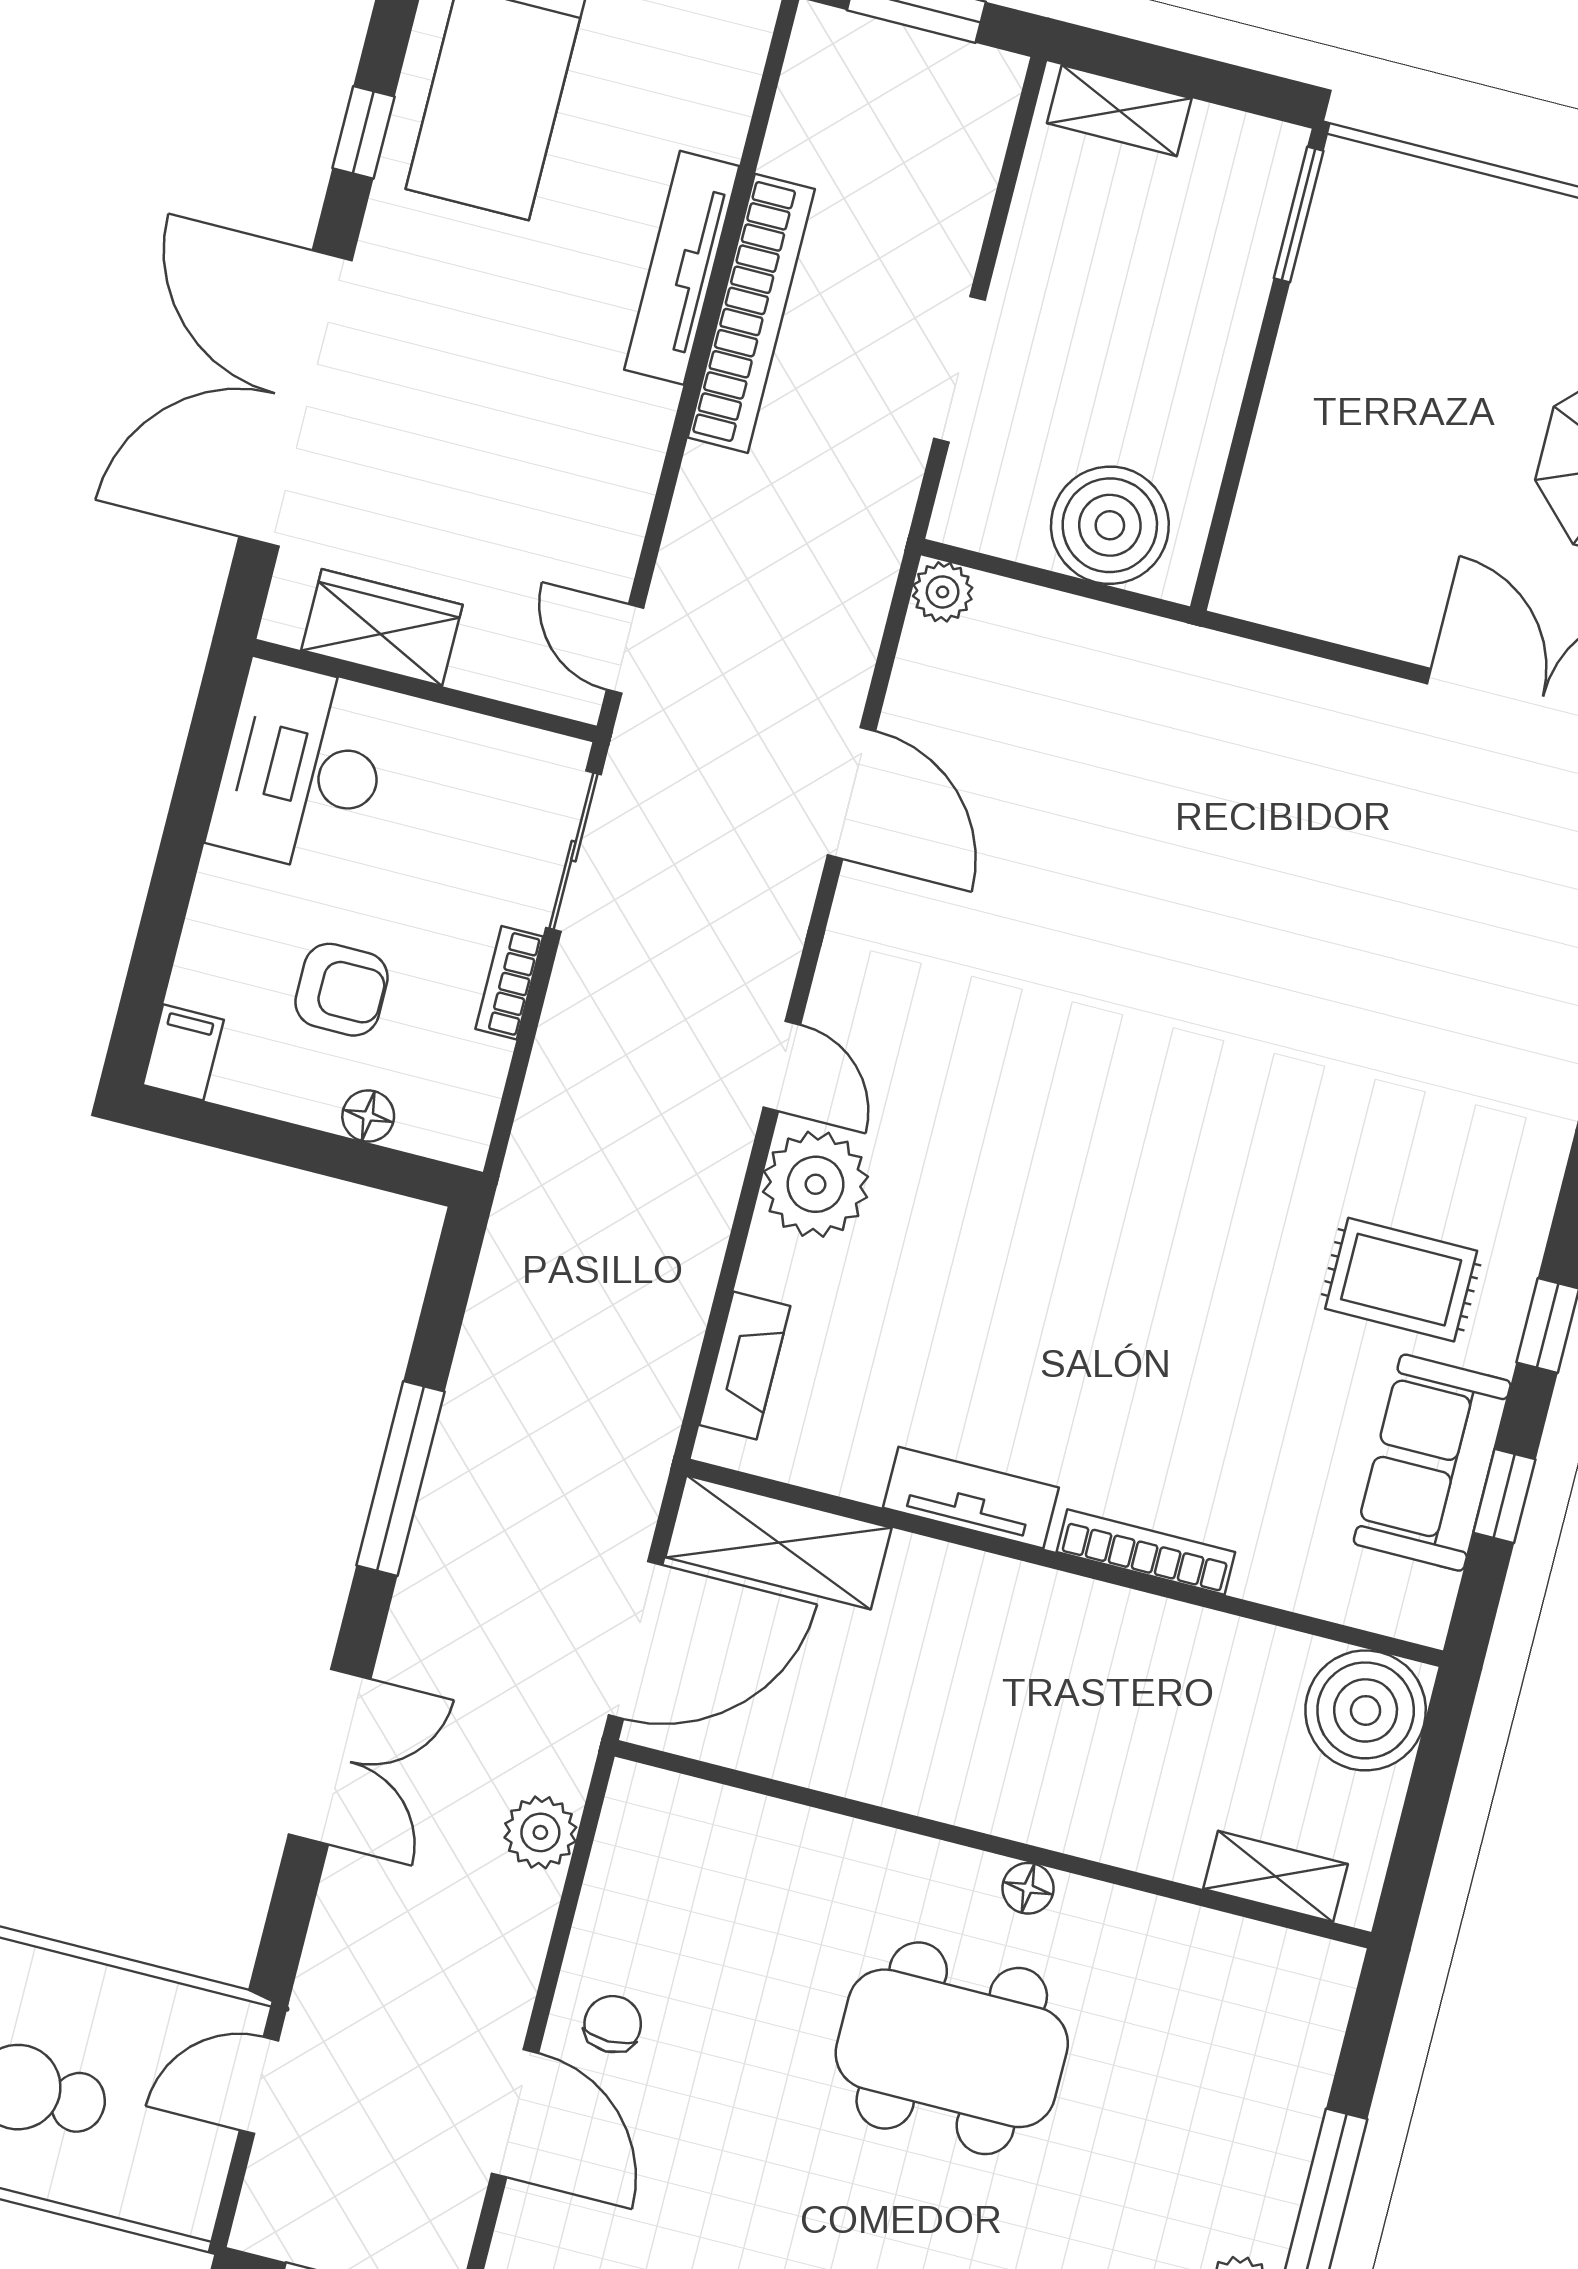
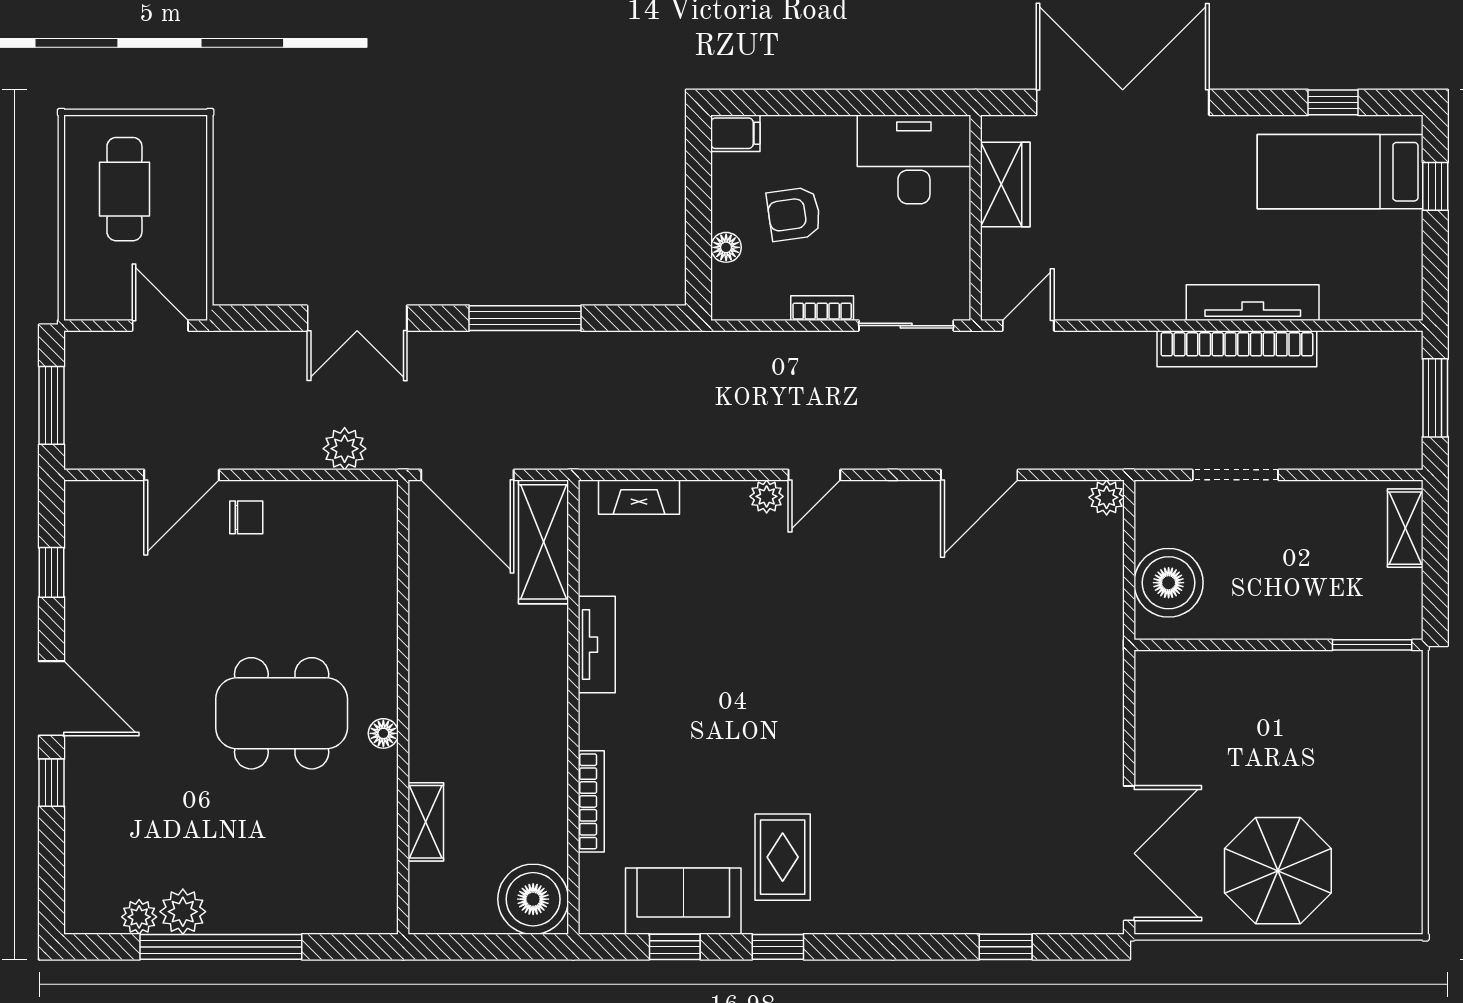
window: (363, 132) -> (1333, 102), moved
armchair: (342, 990) -> (794, 214), turned 82
plant: (816, 1184) -> (767, 496), width x0.53, depth x0.53
bookcase: (1146, 1552) -> (591, 801), moved
shelving: (1276, 1876) -> (426, 822), moved
dining table: (952, 2048) -> (282, 713), turned 90

